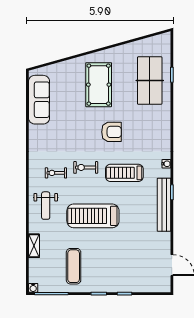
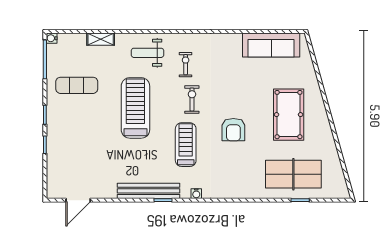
pool table: (99, 85) -> (289, 115), turned 90

